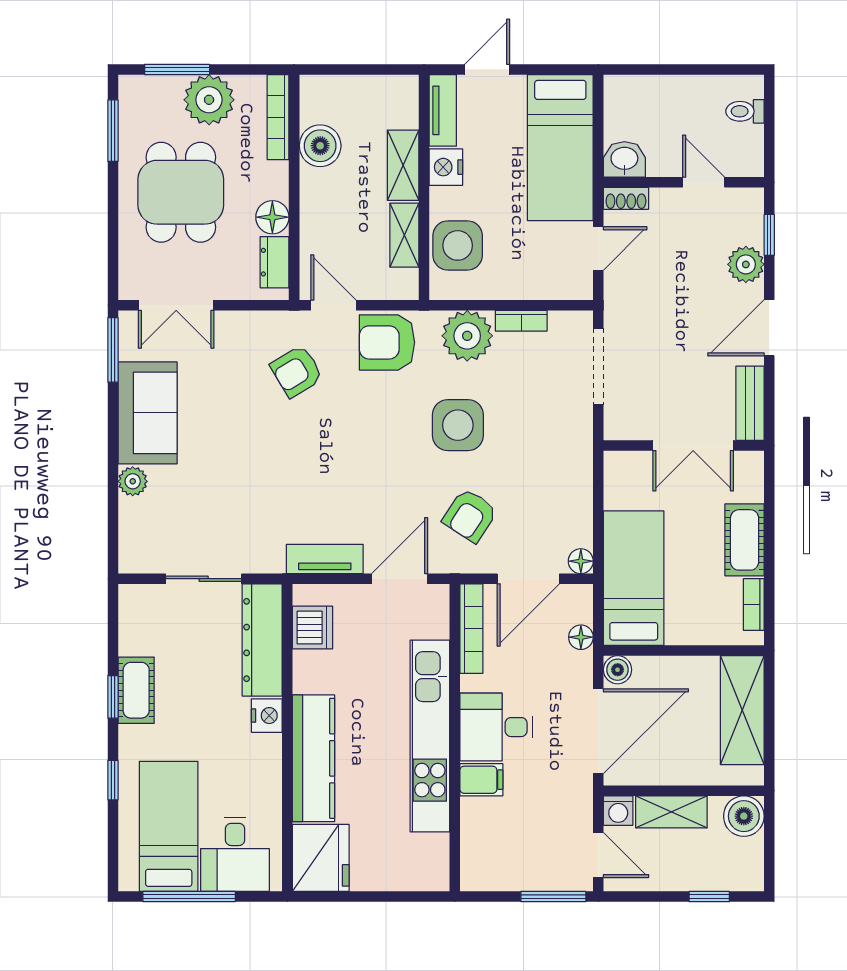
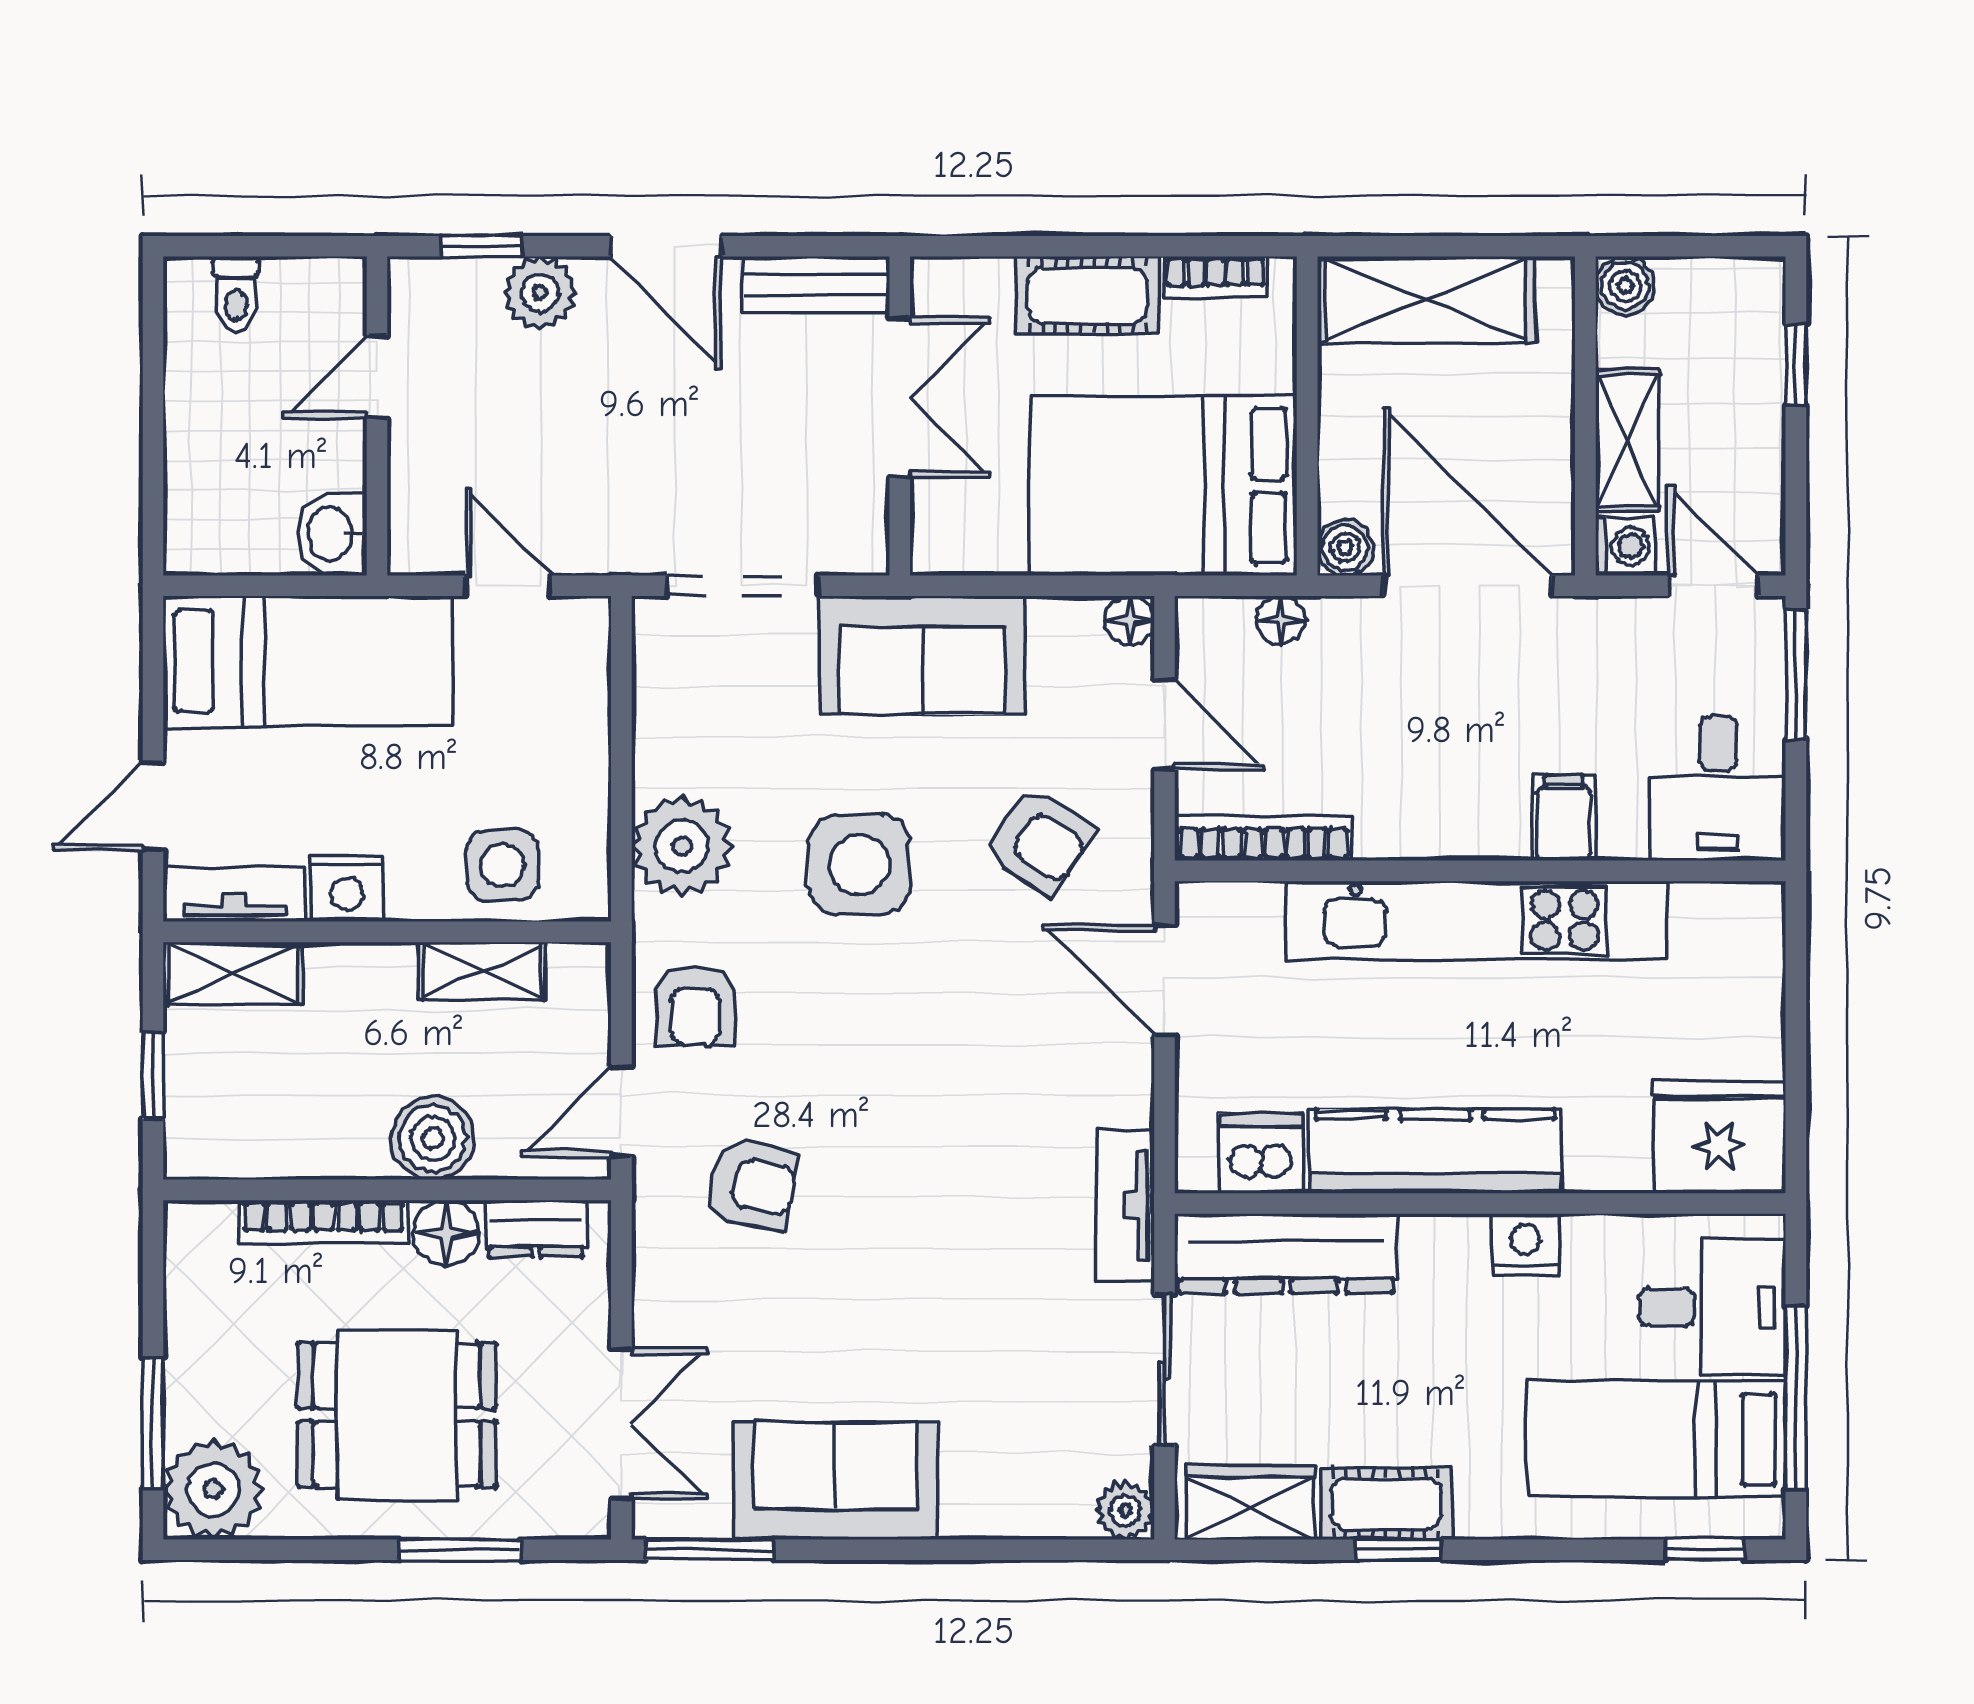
window: (352, 69) -> (153, 1076), added
door: (487, 69) -> (153, 807), hinge flipped
plant: (209, 100) -> (213, 1489), moved
bookcase: (278, 117) -> (324, 1222), moved
window: (113, 131) -> (460, 1550), moved
boiler: (320, 146) -> (432, 1138), moved
shelving: (403, 165) -> (233, 974), moved
shoe rack: (626, 198) -> (409, 531), removed
side table: (458, 245) -> (503, 865), width x0.73, depth x0.73
bookcase: (521, 321) -> (652, 739), removed
armchair: (387, 342) -> (695, 1006), width x0.72, depth x0.72
armchair: (297, 371) -> (752, 1185), turned -47
sofa: (563, 457) -> (922, 655), added
plant: (133, 481) -> (1125, 1511), moved
tv unit: (325, 559) -> (1125, 1205), moved
bed: (634, 578) -> (1163, 485), width x1.50
door: (528, 579) -> (1165, 725), width x0.73
wardrobe: (137, 622) -> (1250, 1502), added
nightstand: (267, 716) -> (1525, 1244), moved
desk: (496, 727) -> (1718, 788), moved
kitchen counter: (314, 758) -> (1435, 1151), moved
window: (113, 780) -> (1704, 1550), moved
boiler: (744, 816) -> (1625, 286), width x0.73, depth x0.73
door: (598, 855) -> (1713, 586), hinge flipped

